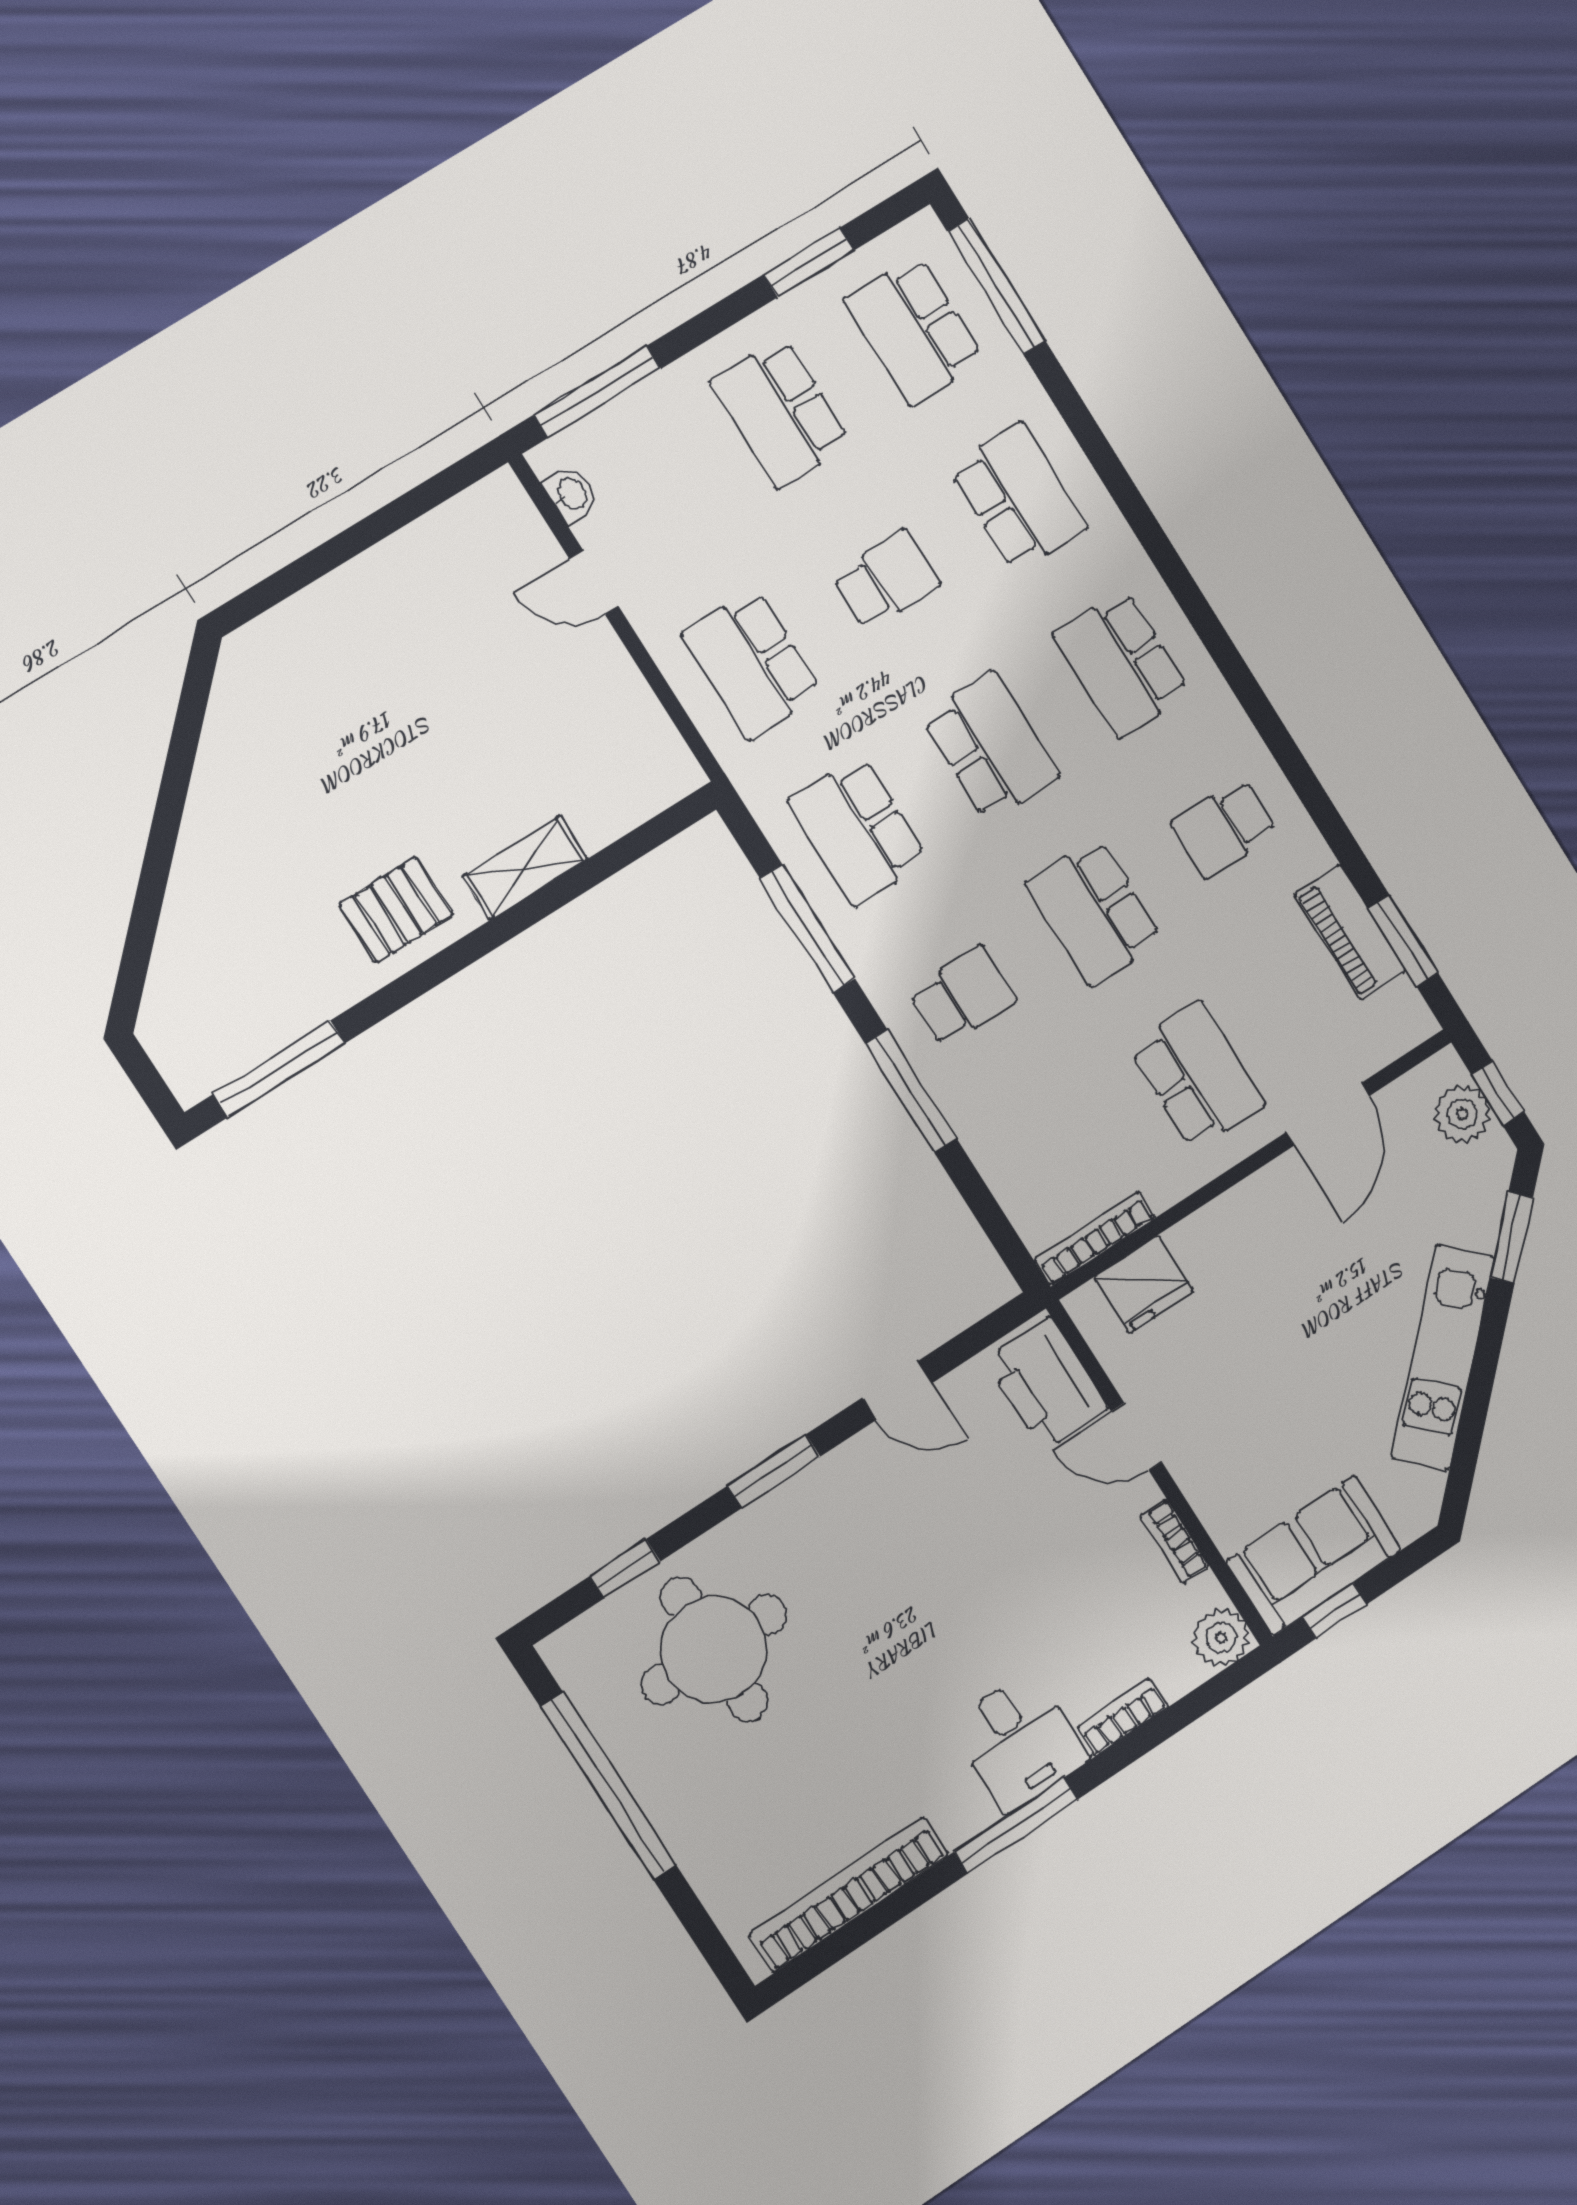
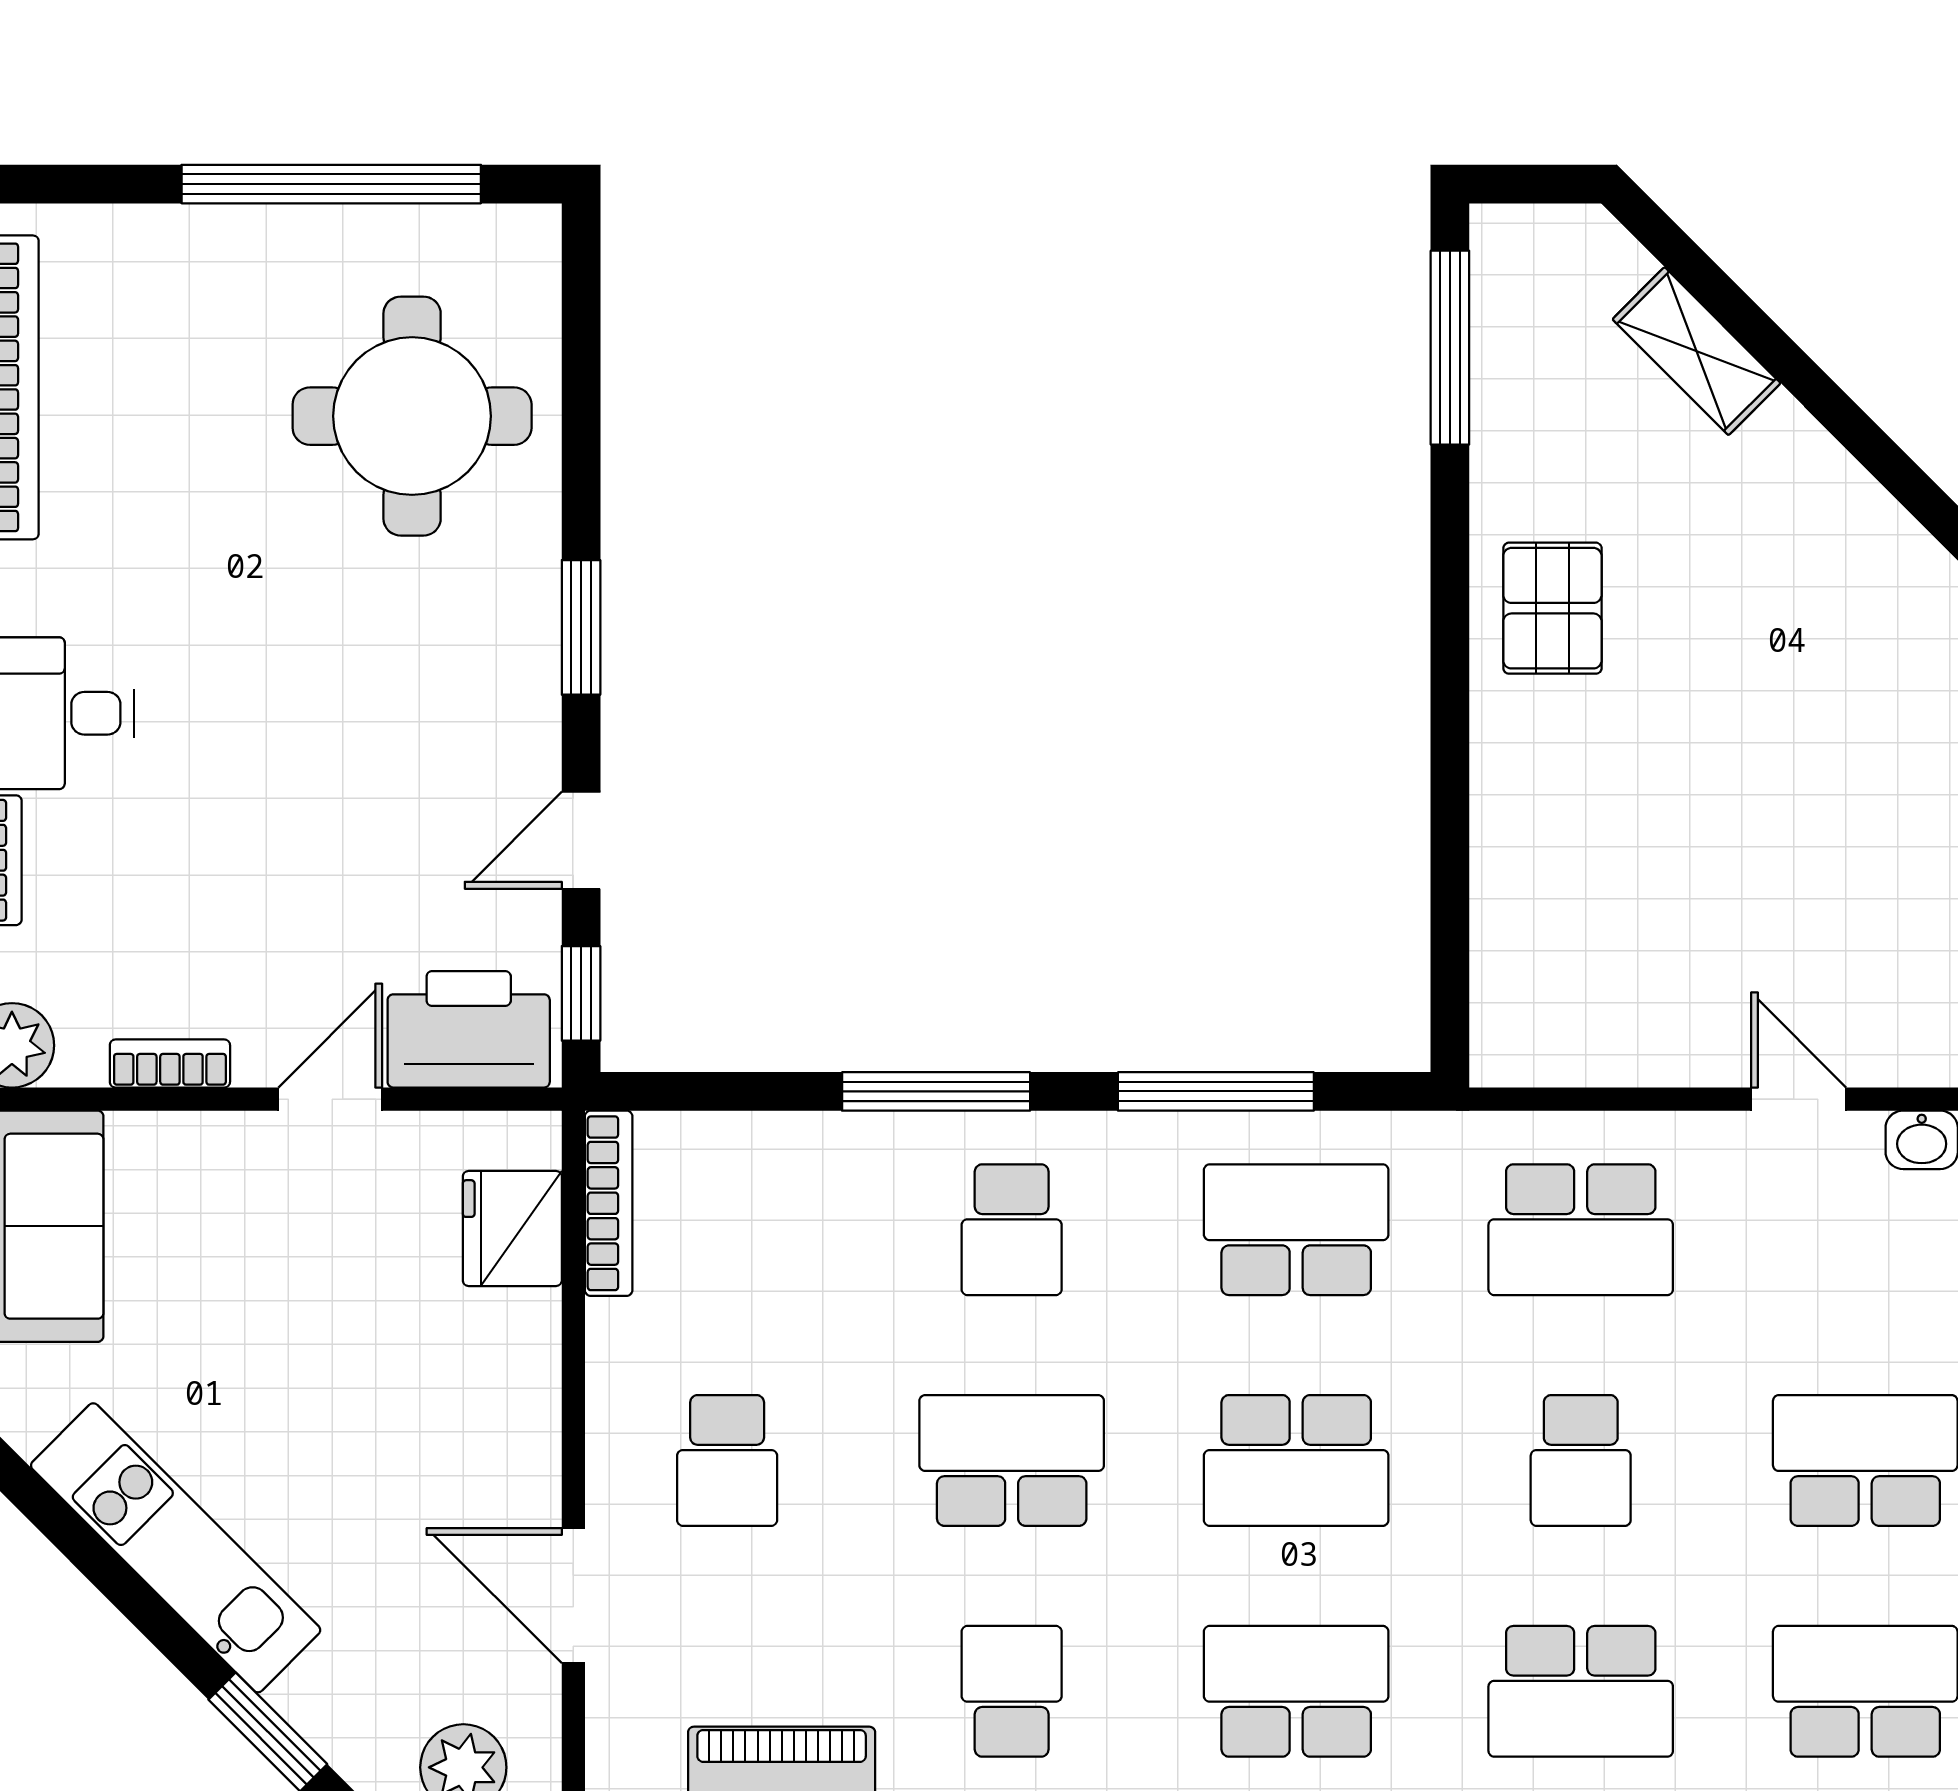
door: (594, 582) -> (1799, 1099), hinge flipped
school desk: (752, 664) -> (1581, 1230), turned 180
shelving: (525, 868) -> (1697, 351), moved, turned -45
school desk: (1197, 1076) -> (727, 1460), width x0.54
window: (625, 1569) -> (581, 993), moved

